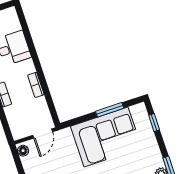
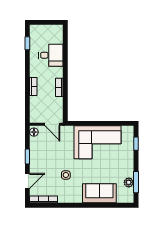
window: (110, 110) -> (107, 123), removed
door: (43, 133) -> (52, 124), hinge flipped

